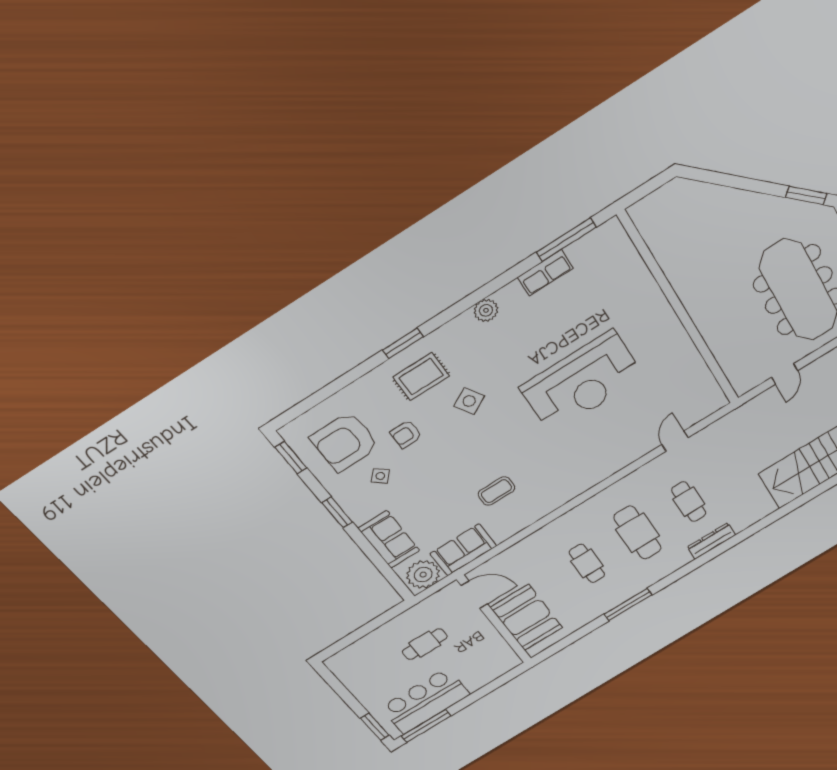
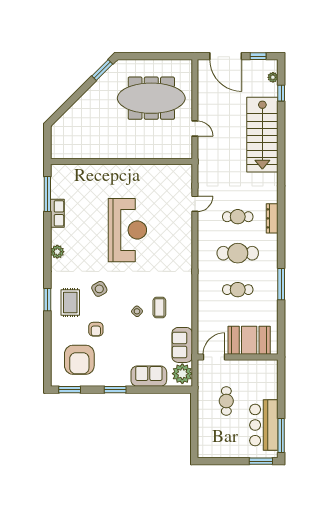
door: (675, 441) -> (195, 204), swing flipped
side table: (380, 476) -> (137, 311), moved

